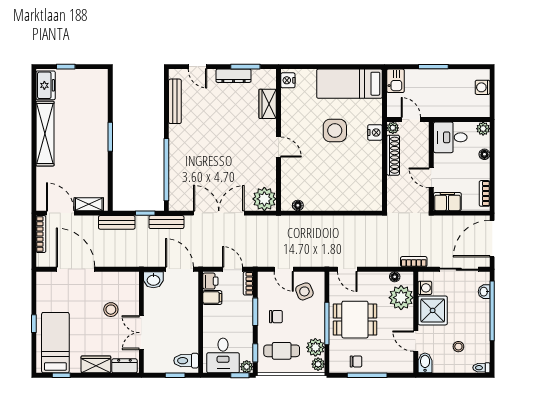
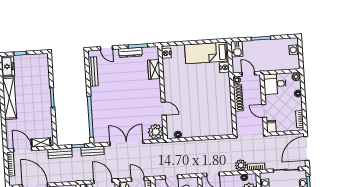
side table: (335, 130) -> (199, 84), removed
nightstand: (375, 132) -> (224, 67), moved
door: (279, 147) -> (164, 109), moved
filing cabinet: (447, 202) -> (271, 126), width x0.50
plant: (391, 258) -> (241, 165), added

